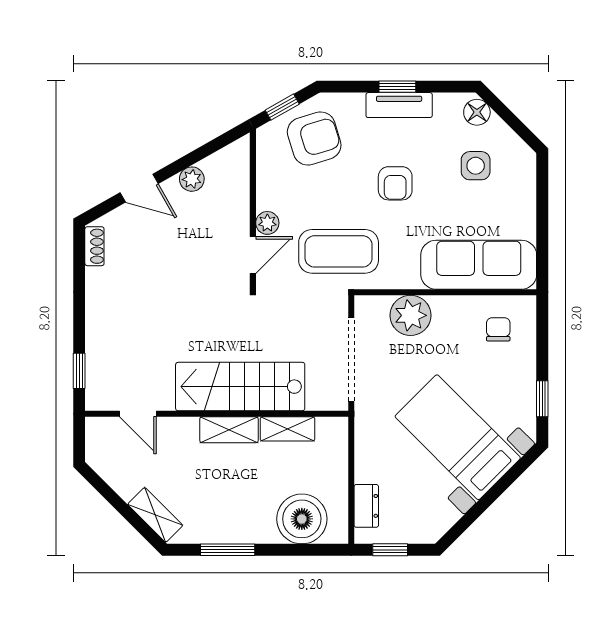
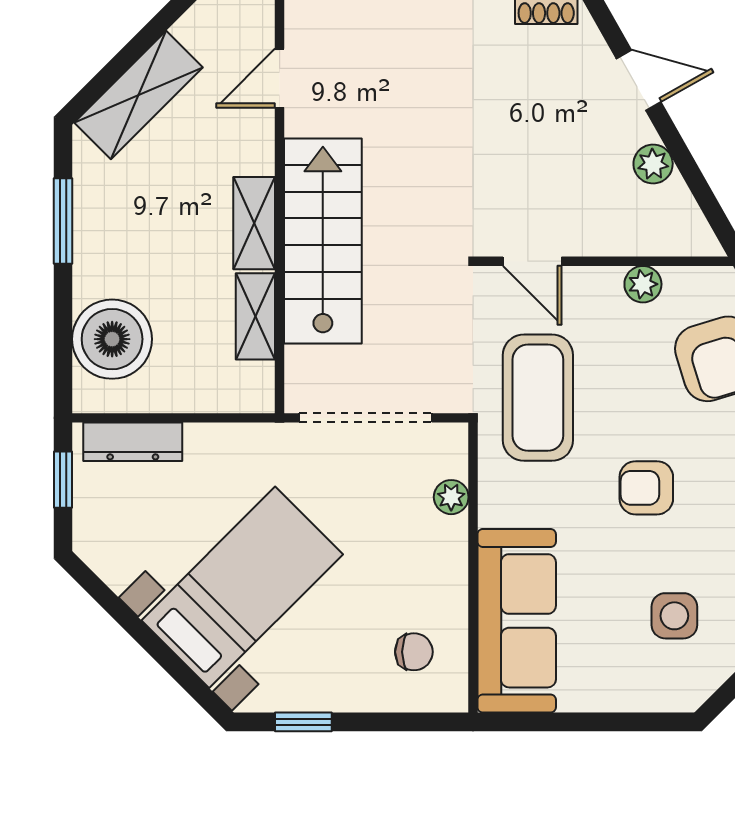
door: (139, 188) -> (639, 80), swing flipped
plant: (267, 223) -> (643, 284), moved
plant: (410, 315) -> (451, 497), width x0.53, depth x0.53
dresser: (366, 506) -> (133, 442), width x1.44
shelving: (155, 515) -> (138, 95), width x1.50, depth x1.33

